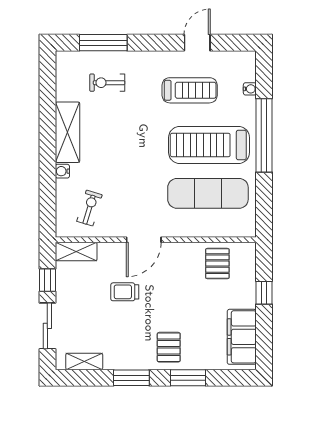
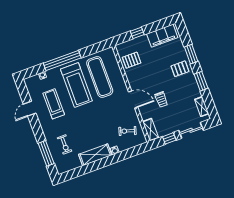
door: (197, 43) -> (30, 109), hinge flipped

